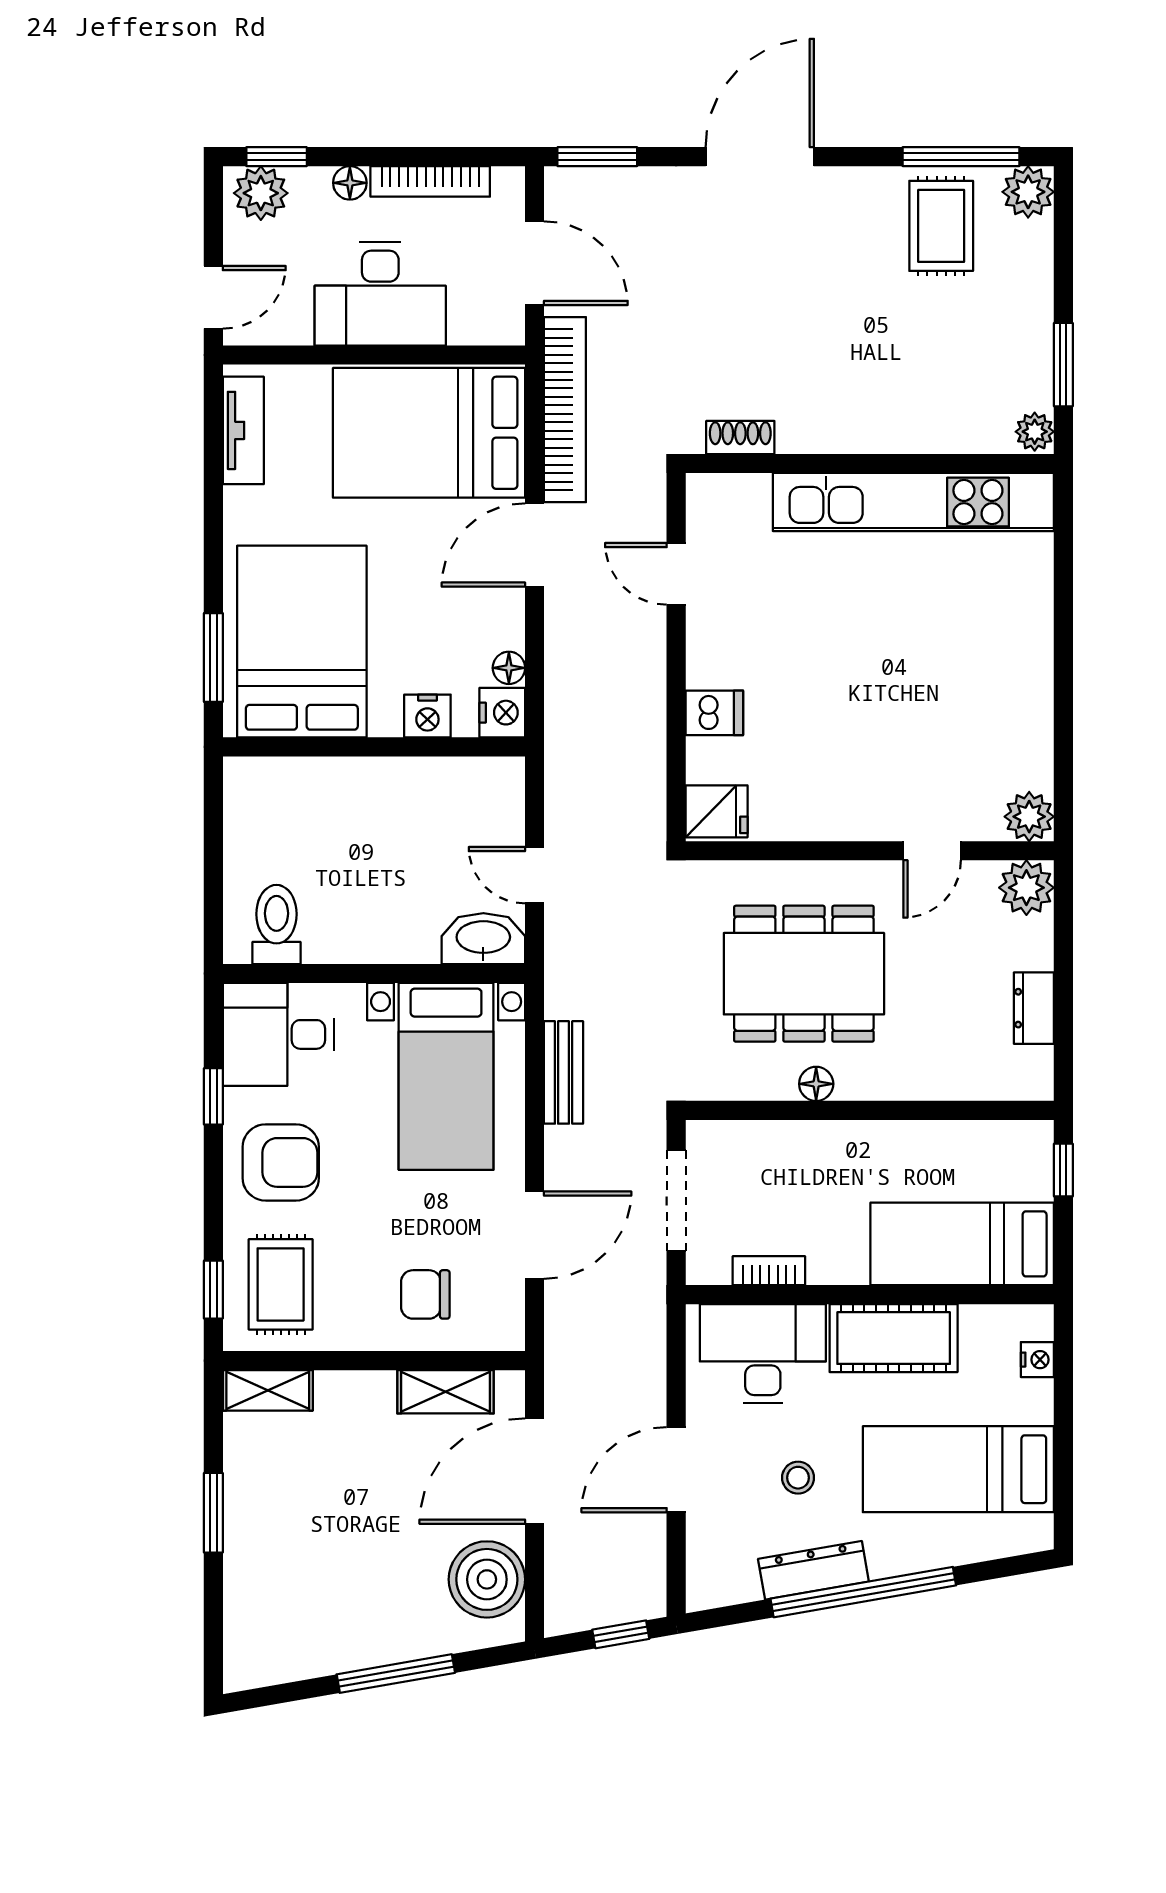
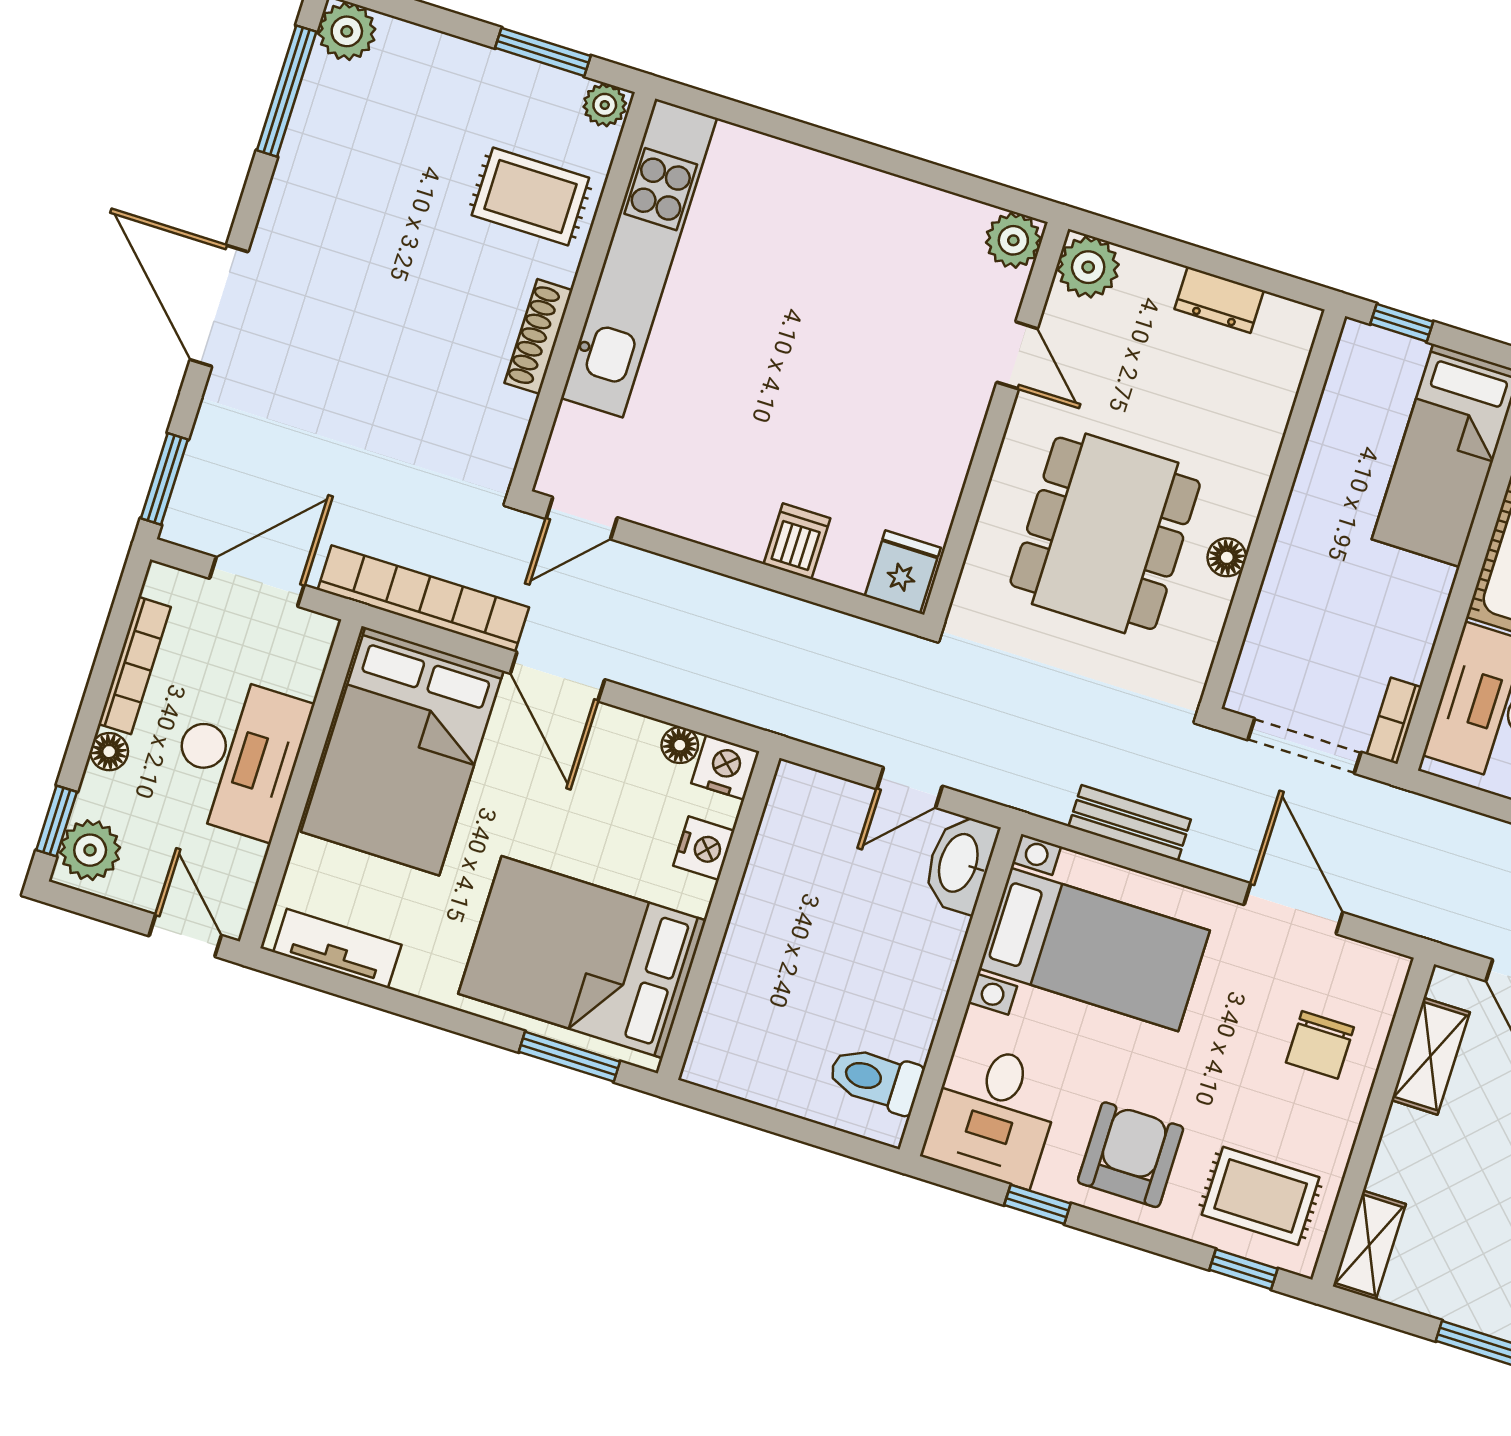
rug: (941, 226) -> (530, 196), moved
shoe rack: (740, 438) -> (539, 337), moved, width x1.43
door: (676, 574) -> (582, 518), moved
bookcase: (769, 1271) -> (1394, 721), moved

